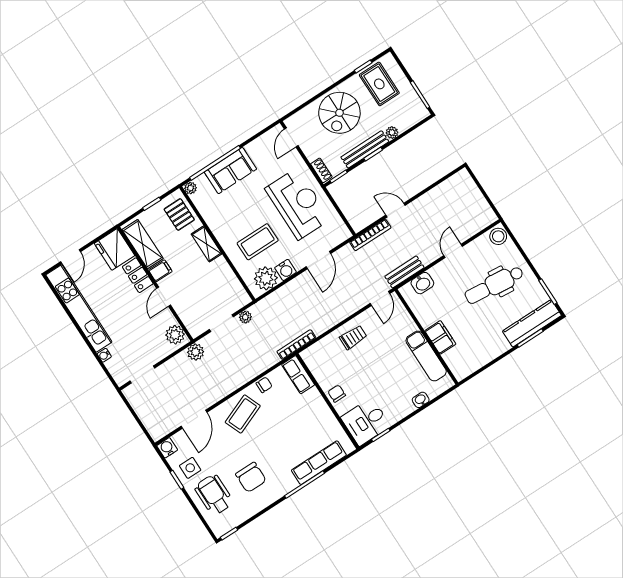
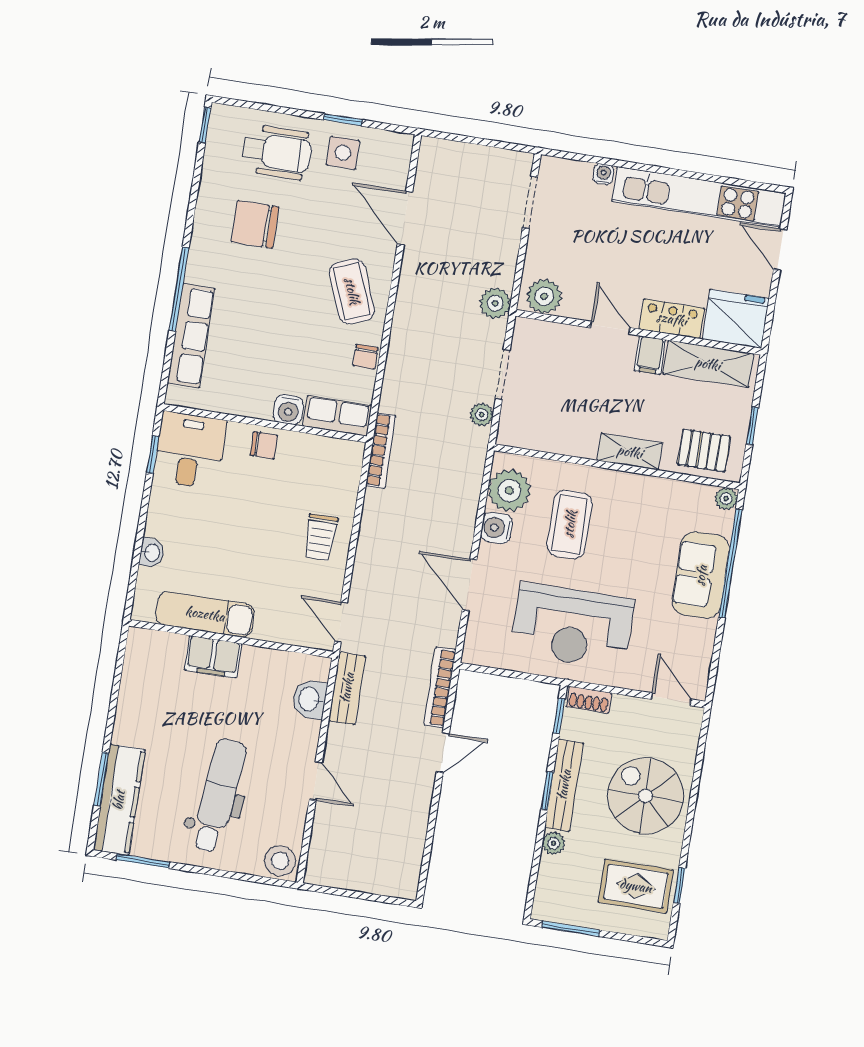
water cooler: (167, 448) -> (288, 410), moved, turned 90

